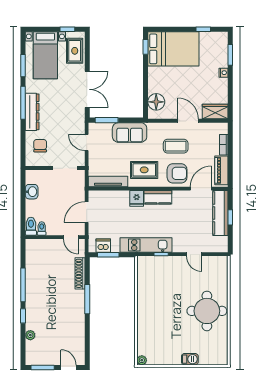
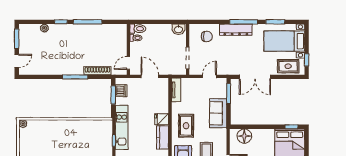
tv unit: (108, 182) -> (176, 90), width x0.71
washbasin: (32, 192) -> (178, 29), moved

